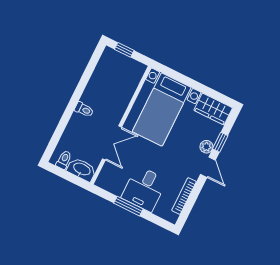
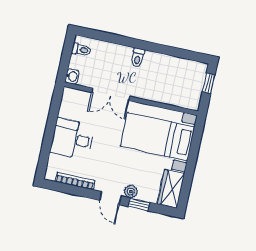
door: (208, 167) -> (110, 198), hinge flipped
washbasin: (82, 169) -> (72, 76), width x0.52, depth x0.69
window: (128, 206) -> (51, 127), removed

